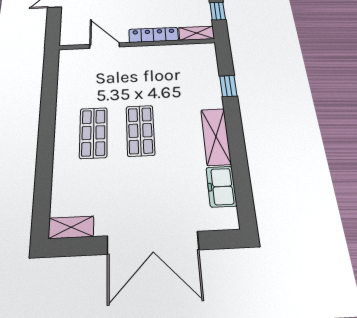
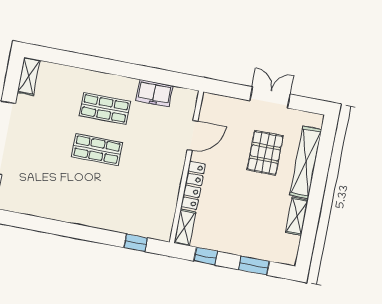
window: (228, 86) -> (136, 243), moved
shelving: (216, 137) -> (75, 213), removed
freezer: (221, 187) -> (154, 93), moved, turned 180

